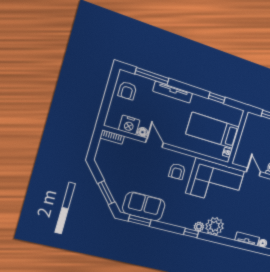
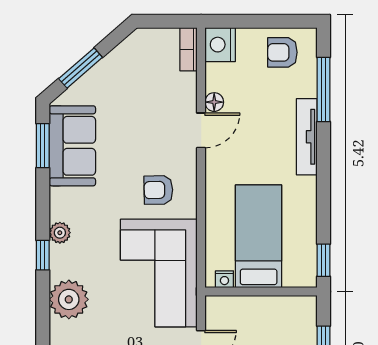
window: (217, 98) -> (323, 260), moved
nightstand: (129, 125) -> (220, 45), moved
plant: (199, 227) -> (60, 233), moved

